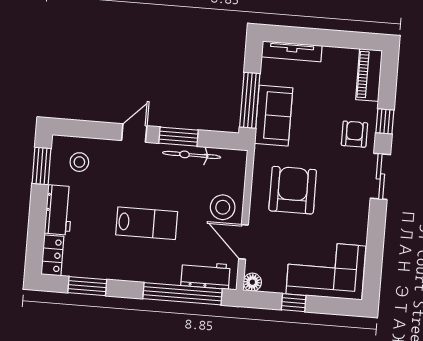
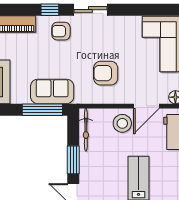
bicycle: (192, 155) -> (86, 130), moved
armchair: (293, 190) -> (106, 73), width x0.73, depth x0.73

